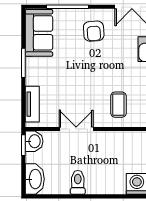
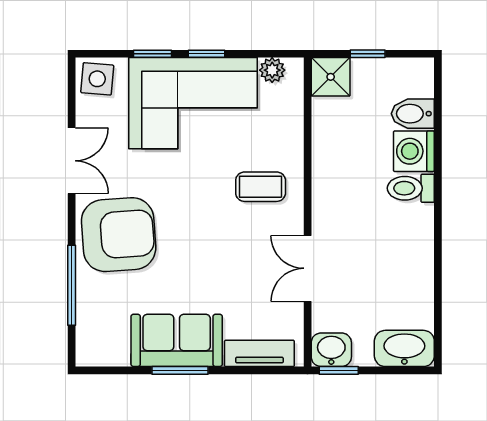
armchair: (94, 31) -> (119, 235), width x1.88, depth x1.88
sofa: (39, 33) -> (177, 340), moved
toilet: (78, 182) -> (411, 188), moved

